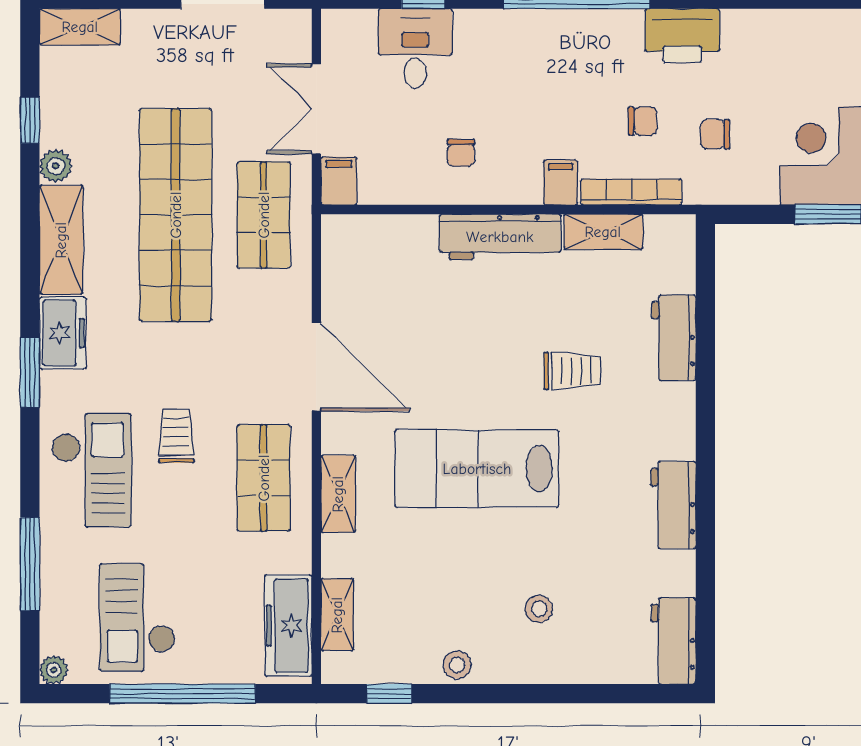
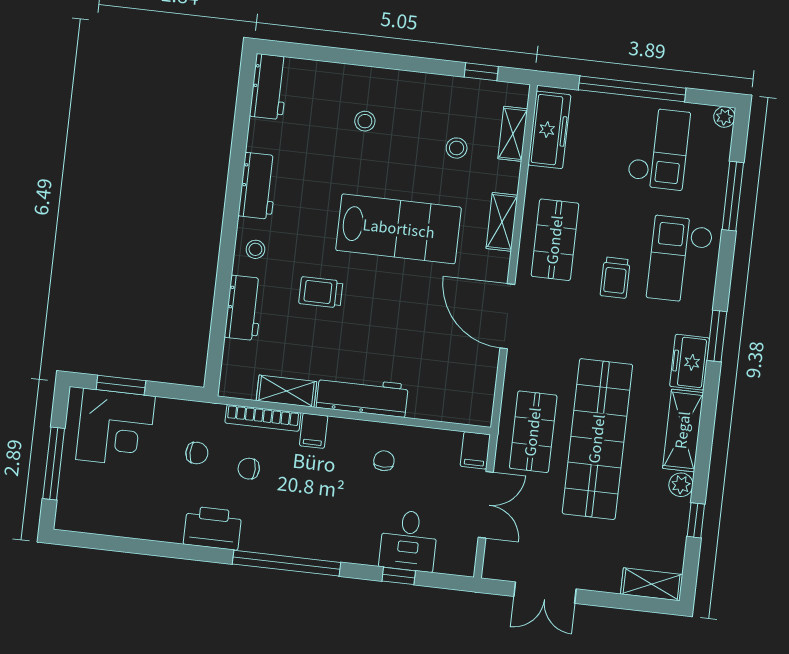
stool: (667, 419) -> (255, 249), added
stool: (457, 665) -> (457, 148), moved

